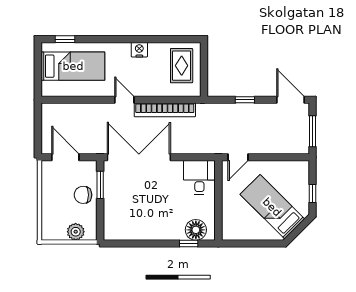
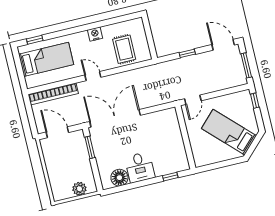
rug: (182, 66) -> (124, 49), moved
bookcase: (165, 110) -> (53, 94), moved
desk: (199, 177) -> (140, 167), moved, turned 180
window: (313, 194) -> (255, 101), moved
chair: (83, 195) -> (78, 158), removed
floor lamp: (196, 230) -> (119, 178), moved

